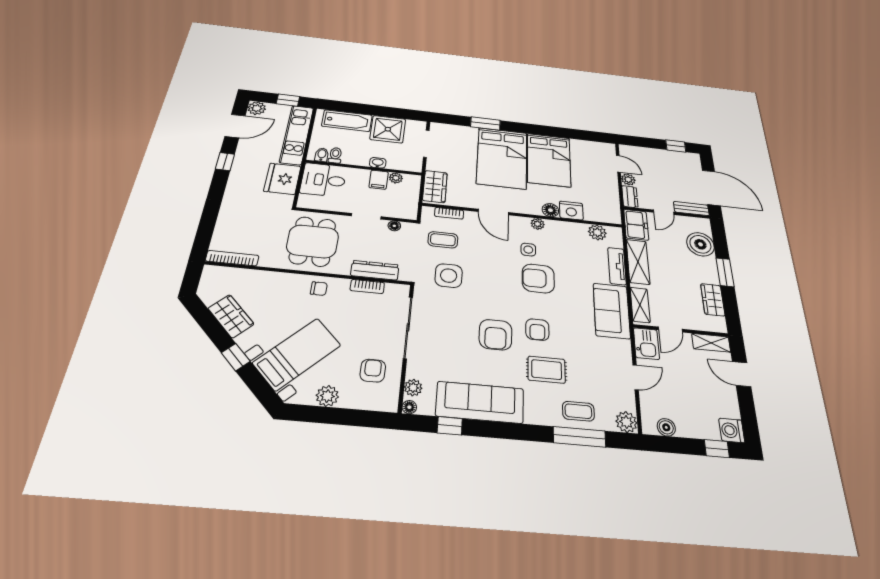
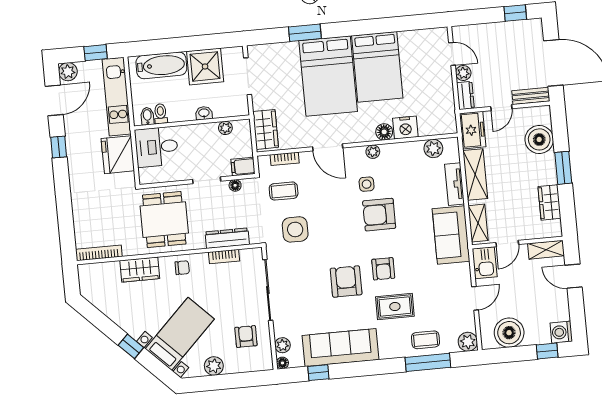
filing cabinet: (379, 180) -> (243, 167), moved, turned 90
wardrobe: (231, 316) -> (140, 270), moved, turned 135
armchair: (496, 335) -> (346, 281), turned 180
boiler: (666, 427) -> (509, 333), width x1.86, depth x1.86

